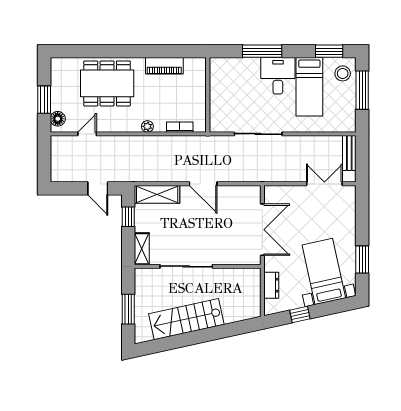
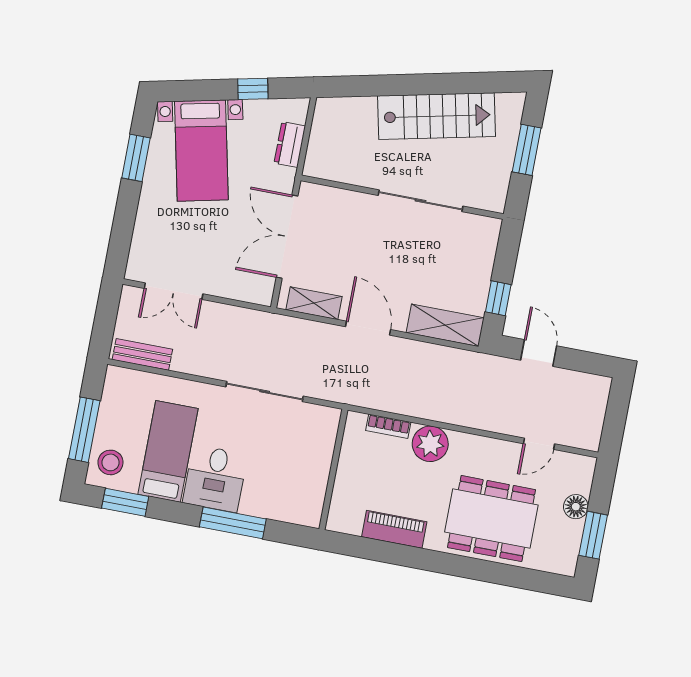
window: (44, 100) -> (593, 535), moved
floor lamp: (58, 119) -> (576, 507), moved
plant: (147, 126) -> (430, 444), width x1.87, depth x1.87
bench: (349, 153) -> (142, 354), moved, turned 90
shelving: (142, 249) -> (314, 303), moved, turned 90

